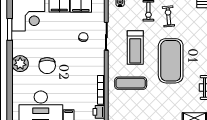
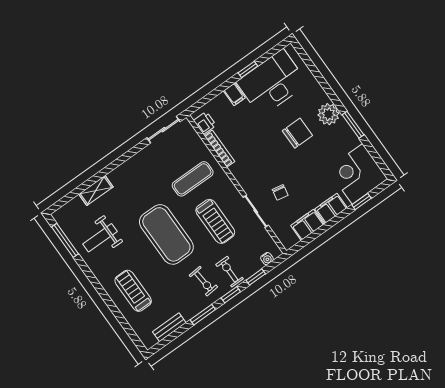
window: (10, 29) -> (353, 125), moved
treadmill: (135, 48) -> (215, 221), turned 180
chair: (47, 66) -> (297, 133), turned 90

